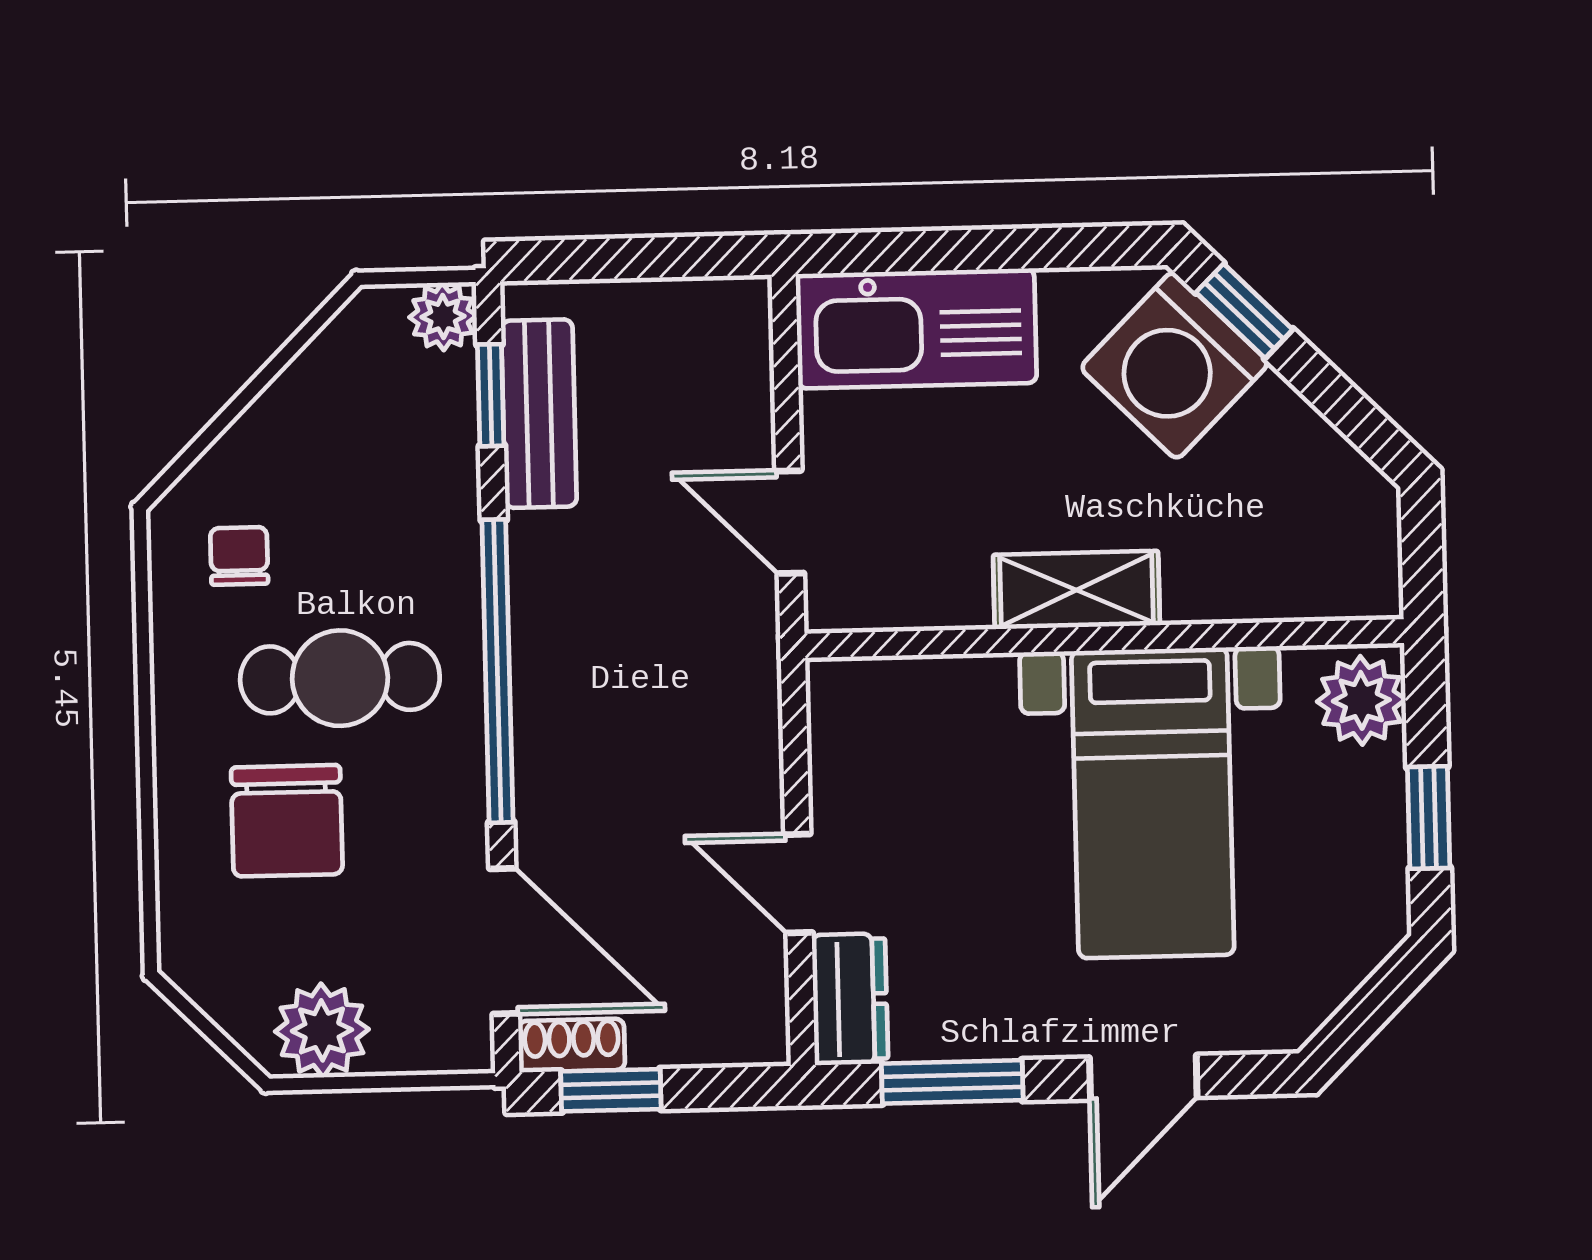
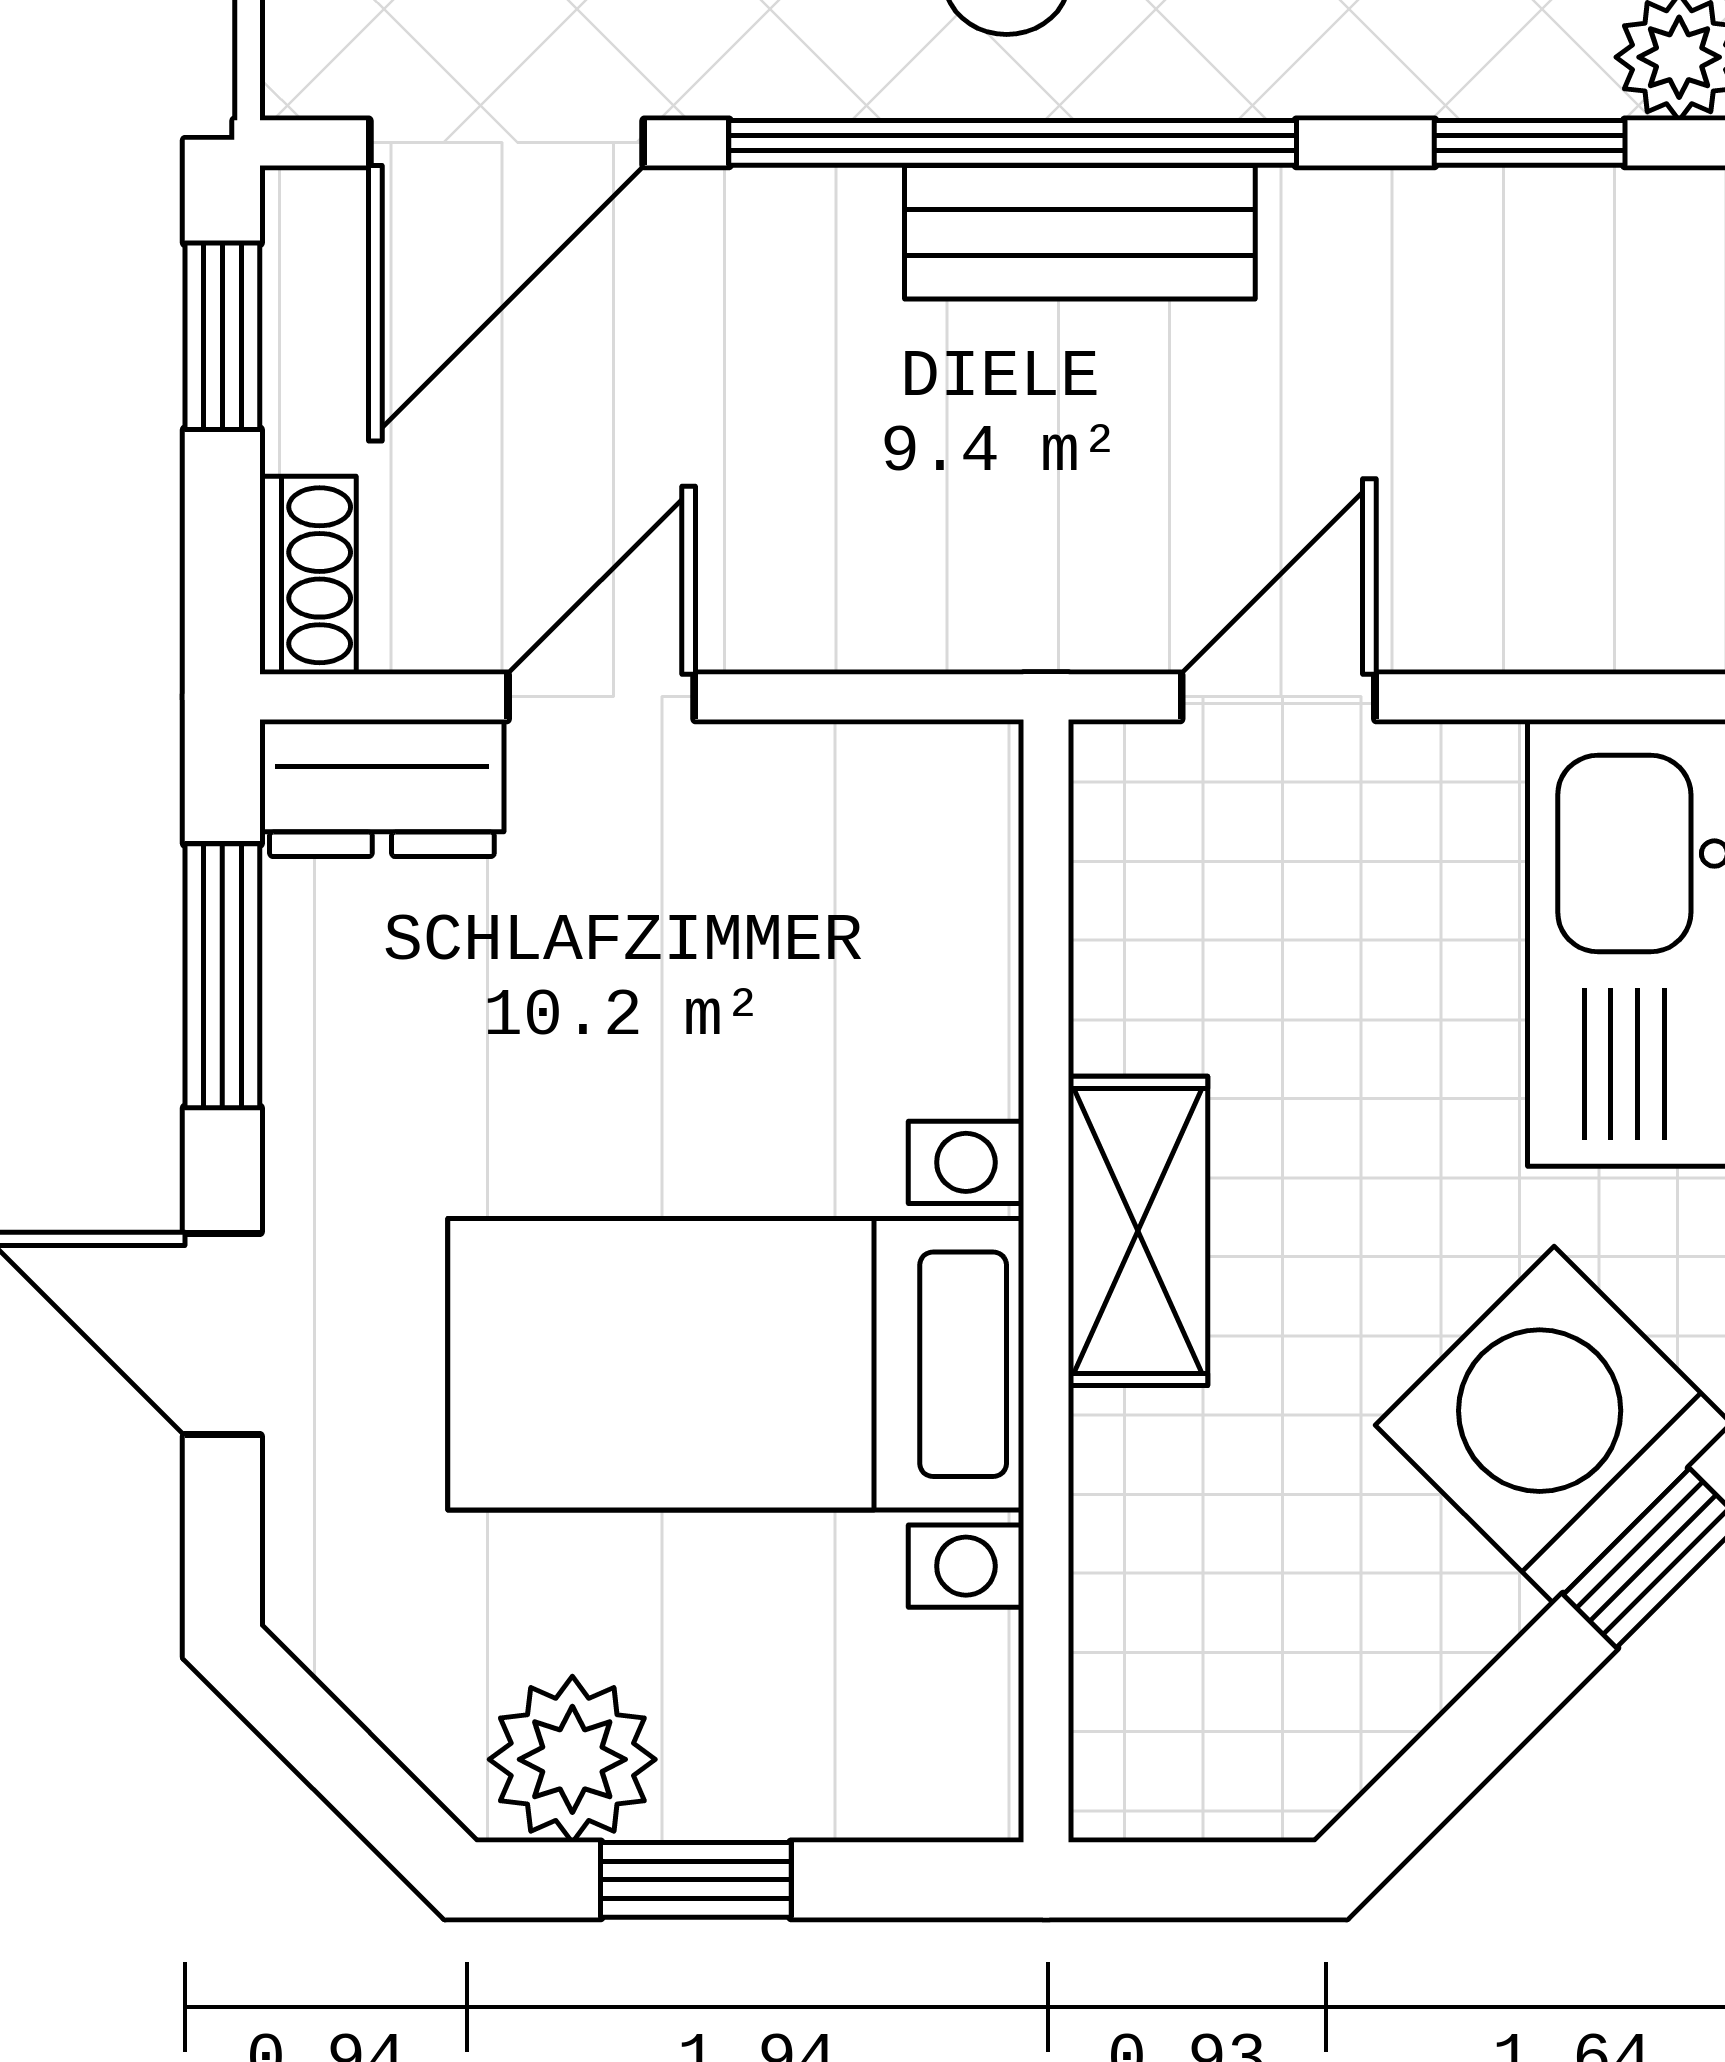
bench: (539, 414) -> (1080, 232), moved
plant: (1361, 700) -> (572, 1759), moved
shoe rack: (572, 1045) -> (308, 575), moved

